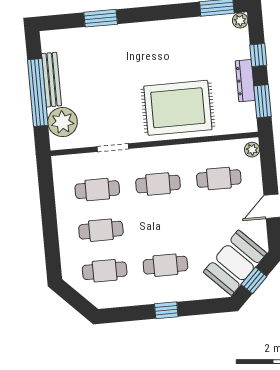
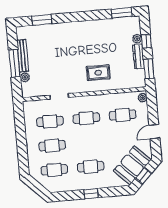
window: (101, 18) -> (42, 20), moved
plant: (240, 21) -> (137, 39), moved
window: (38, 93) -> (14, 63), width x0.68
rug: (178, 108) -> (98, 73), width x0.54, depth x0.49
plant: (63, 122) -> (25, 77), width x0.53, depth x0.53

